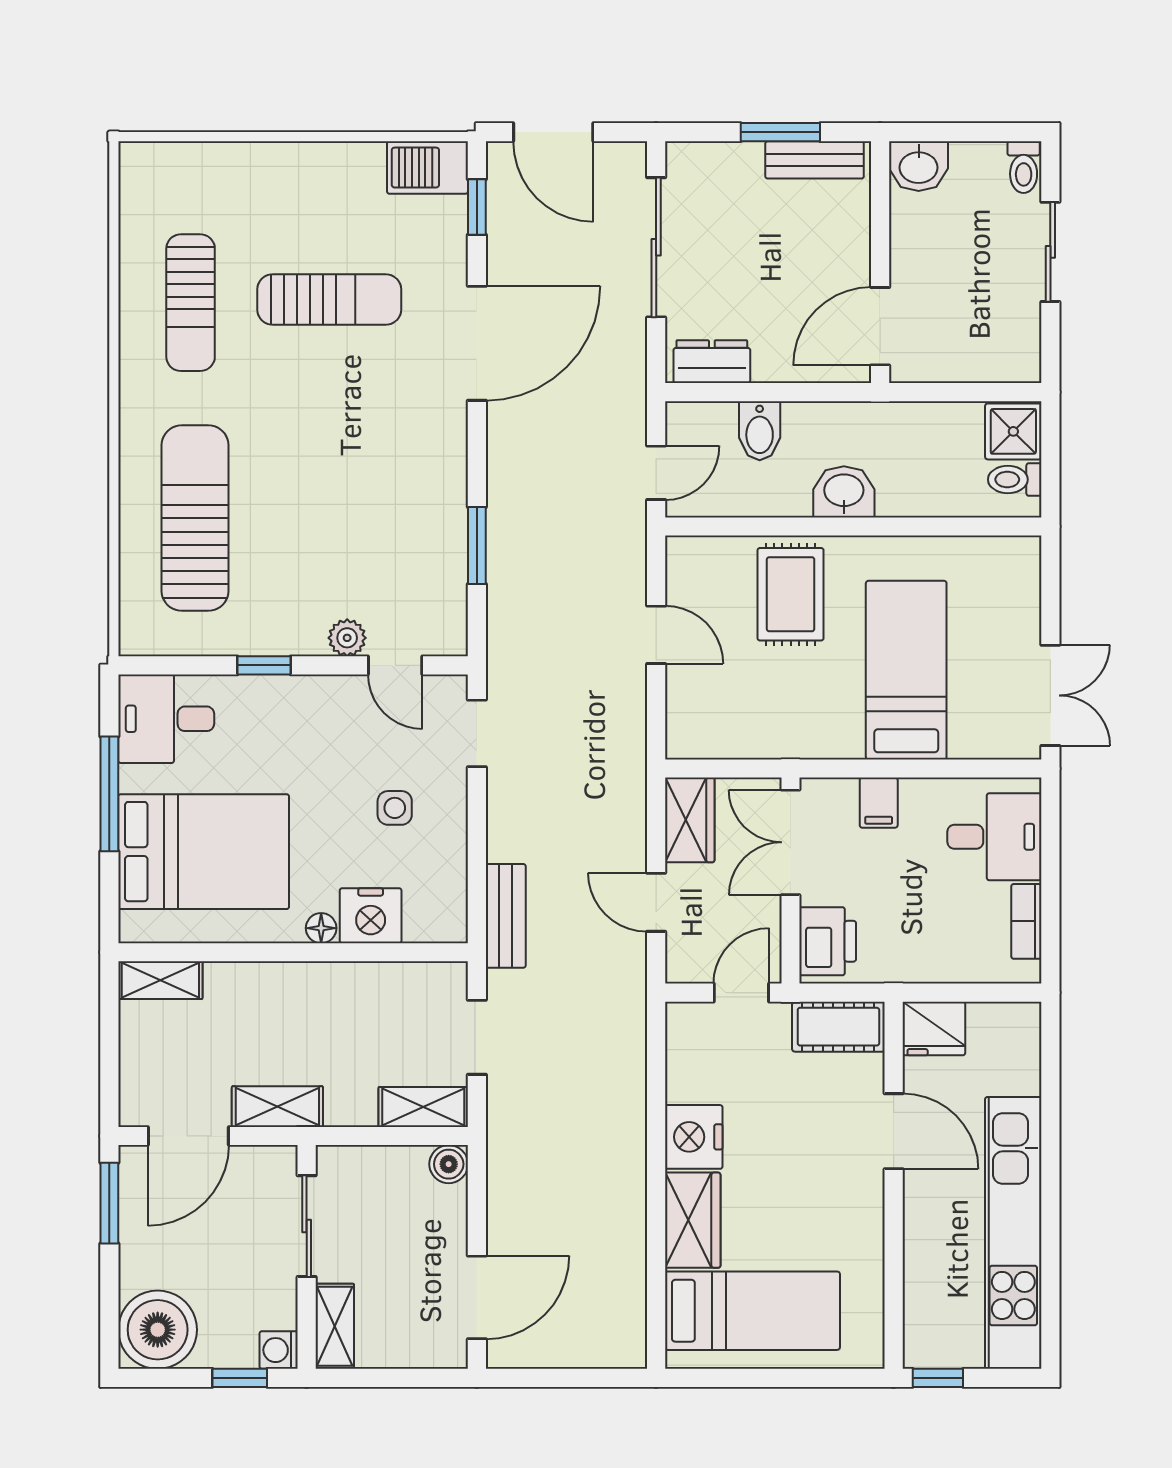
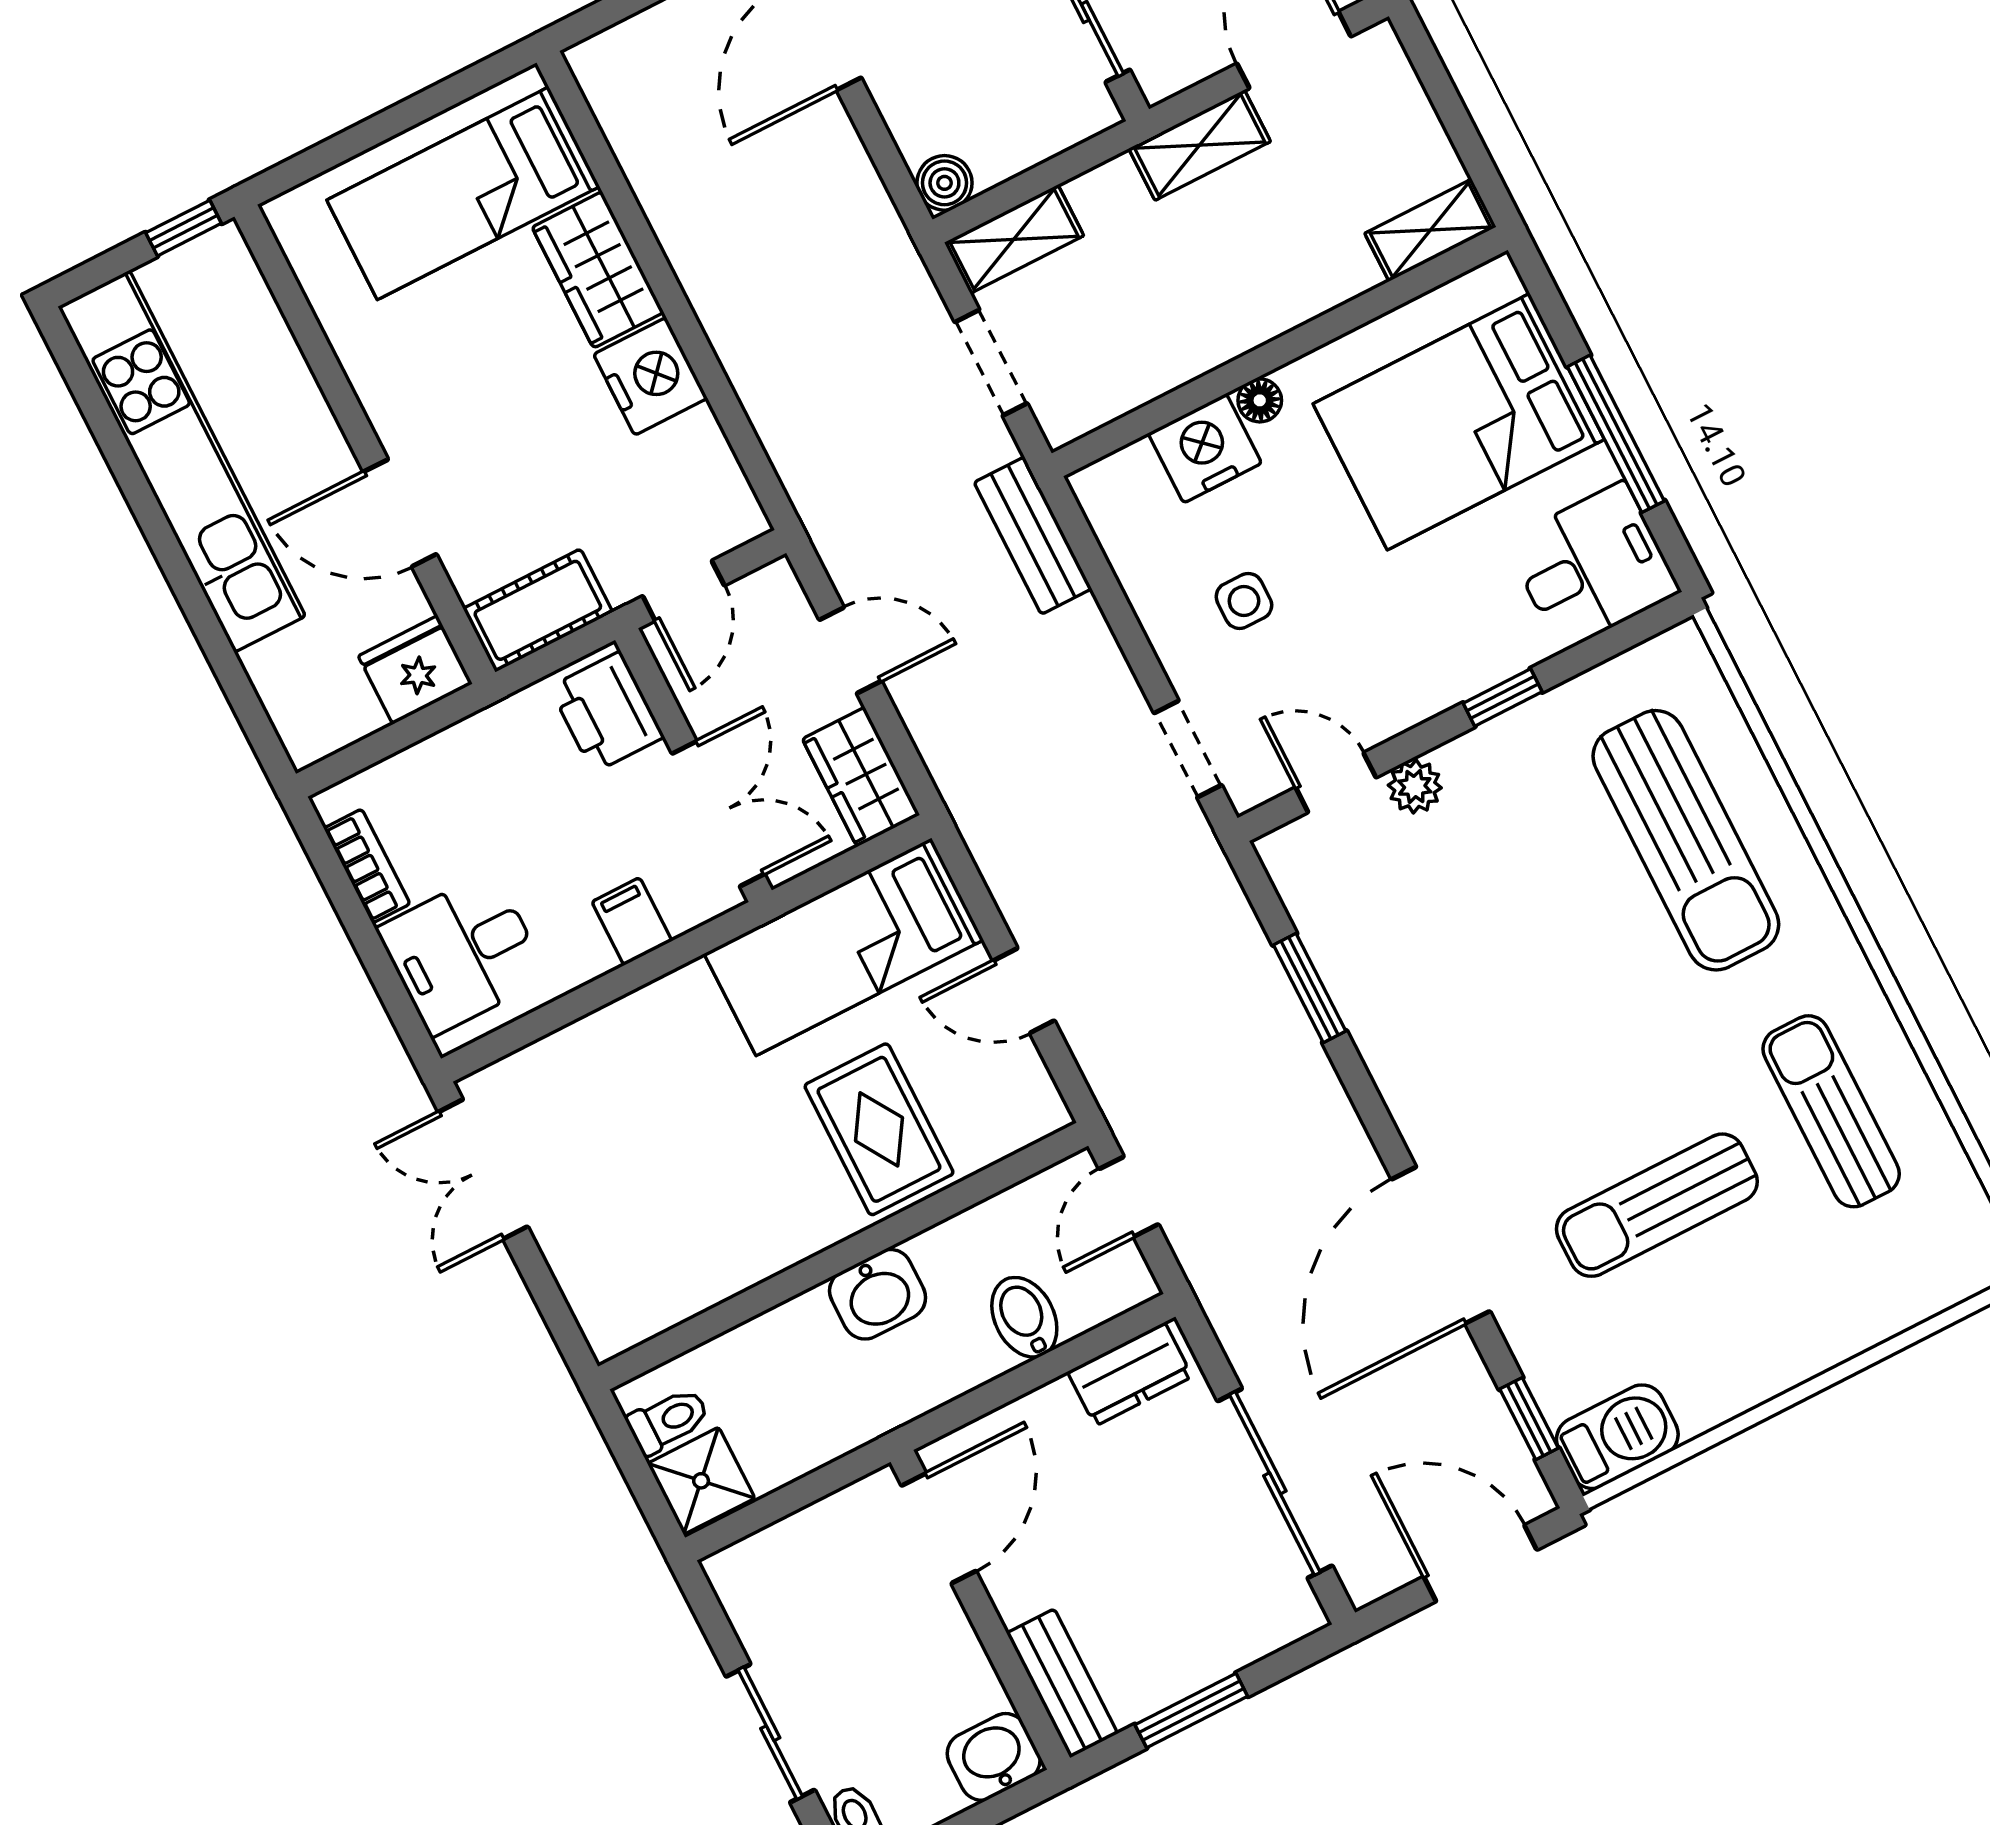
bench: (815, 160) -> (1062, 1683), moved, turned 90
bed: (906, 670) -> (844, 947), moved, turned 90

